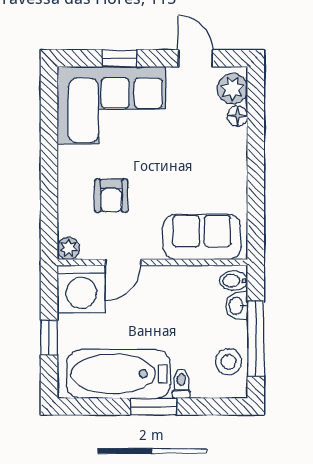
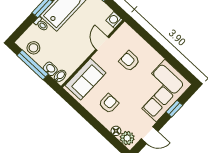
armchair: (206, 166) -> (109, 103), added
plant: (68, 248) -> (125, 29), removed
washing machine: (81, 289) -> (114, 20), width x0.53, depth x0.53

